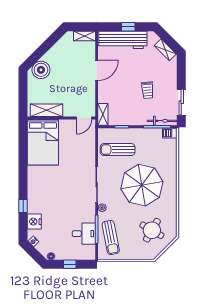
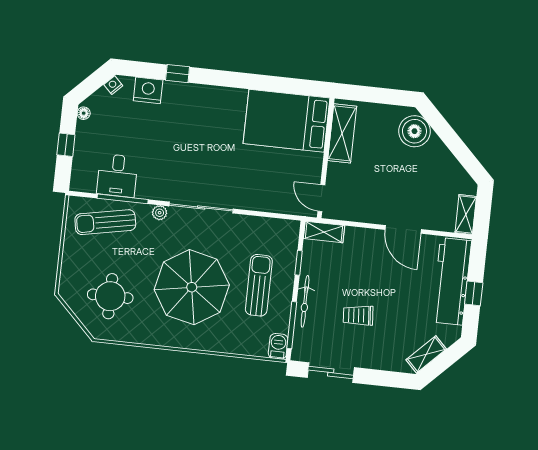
bicycle: (162, 121) -> (305, 301), moved
sun lounger: (118, 150) -> (259, 285), moved
round table: (152, 230) -> (110, 296), turned -30

